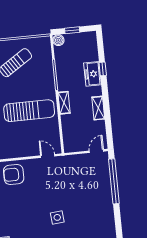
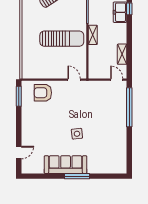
shelving: (98, 108) -> (122, 54), moved
door: (96, 151) -> (117, 80), hinge flipped

